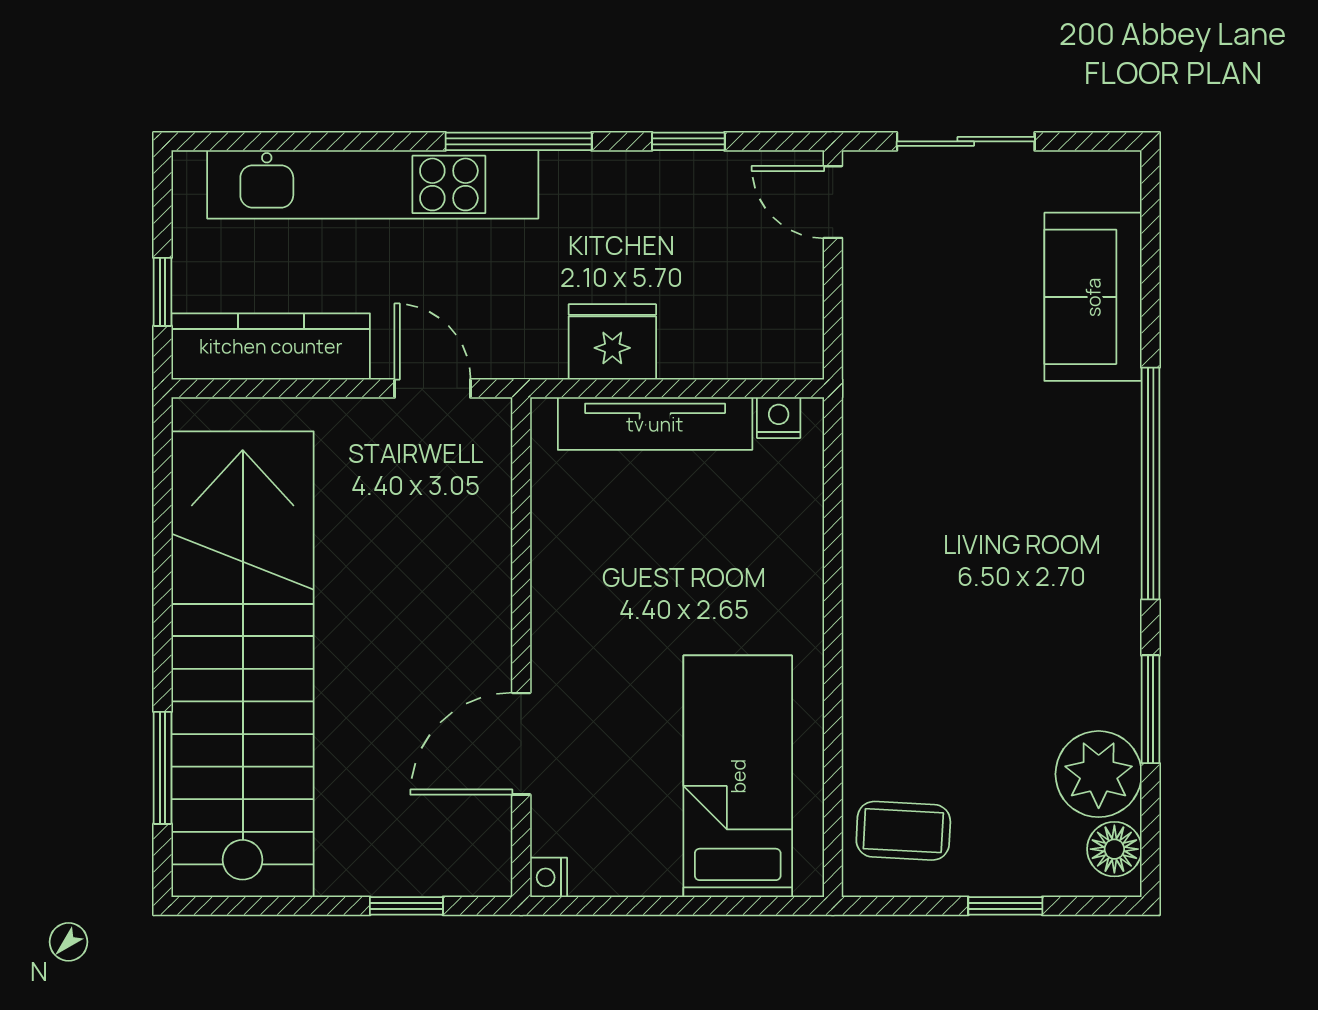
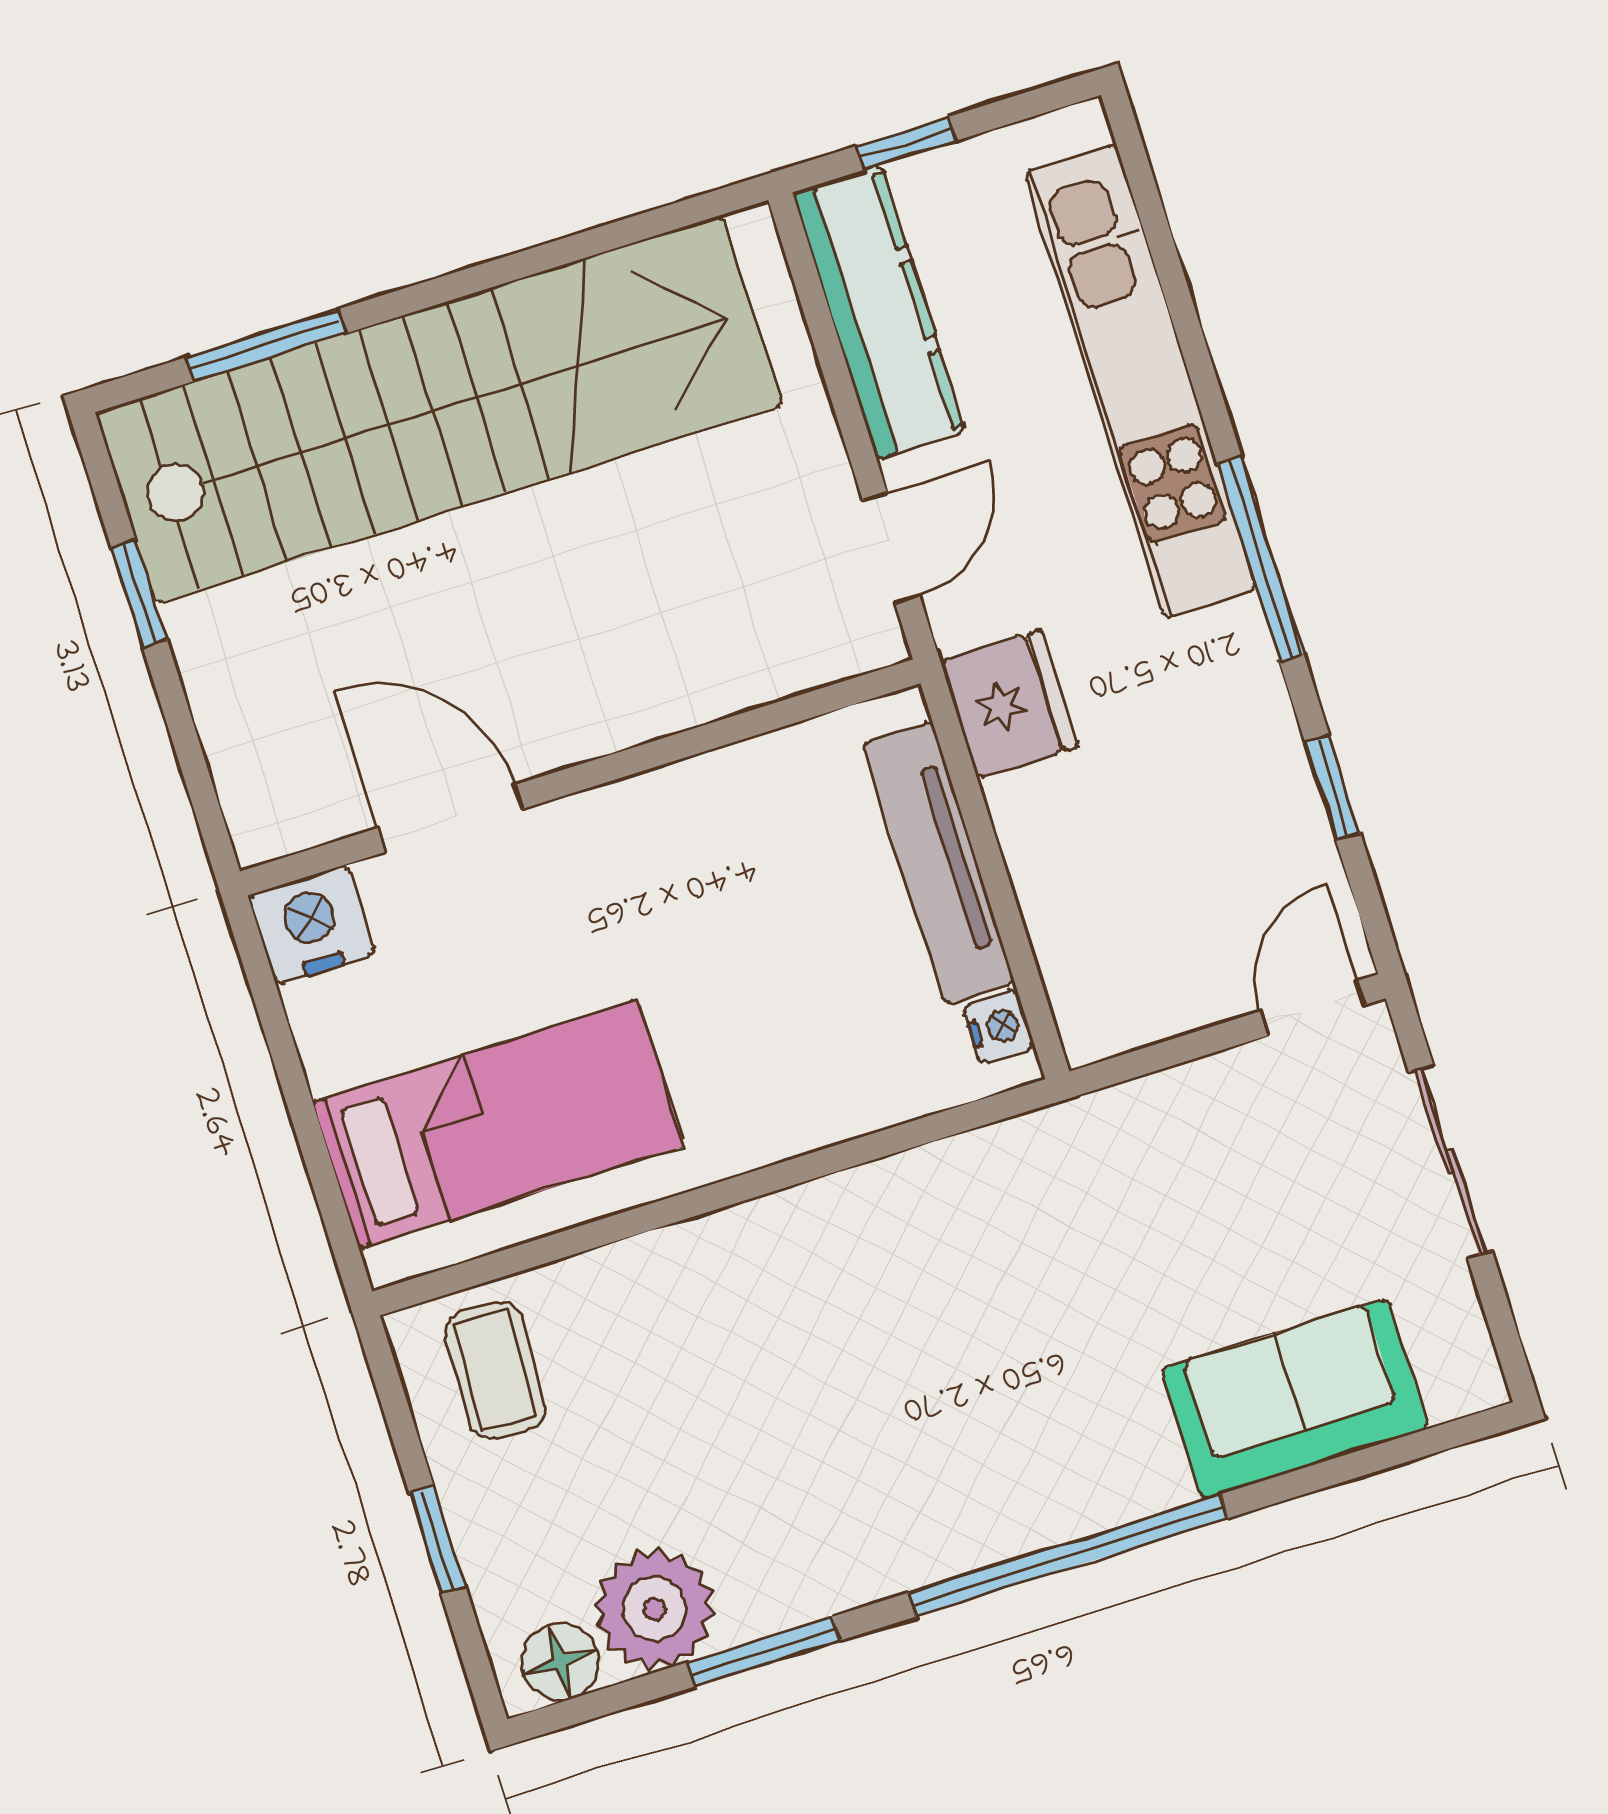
fridge: (612, 342) -> (1009, 704), moved
nightstand: (549, 877) -> (312, 925), width x1.89, depth x1.79
window: (406, 906) -> (139, 594), moved

